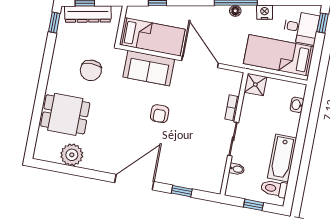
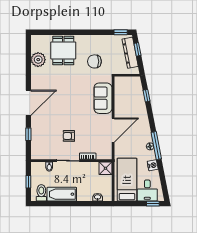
bed: (152, 37) -> (123, 97), removed
armchair: (160, 114) -> (69, 136), moved
door: (134, 182) -> (28, 103), hinge flipped

